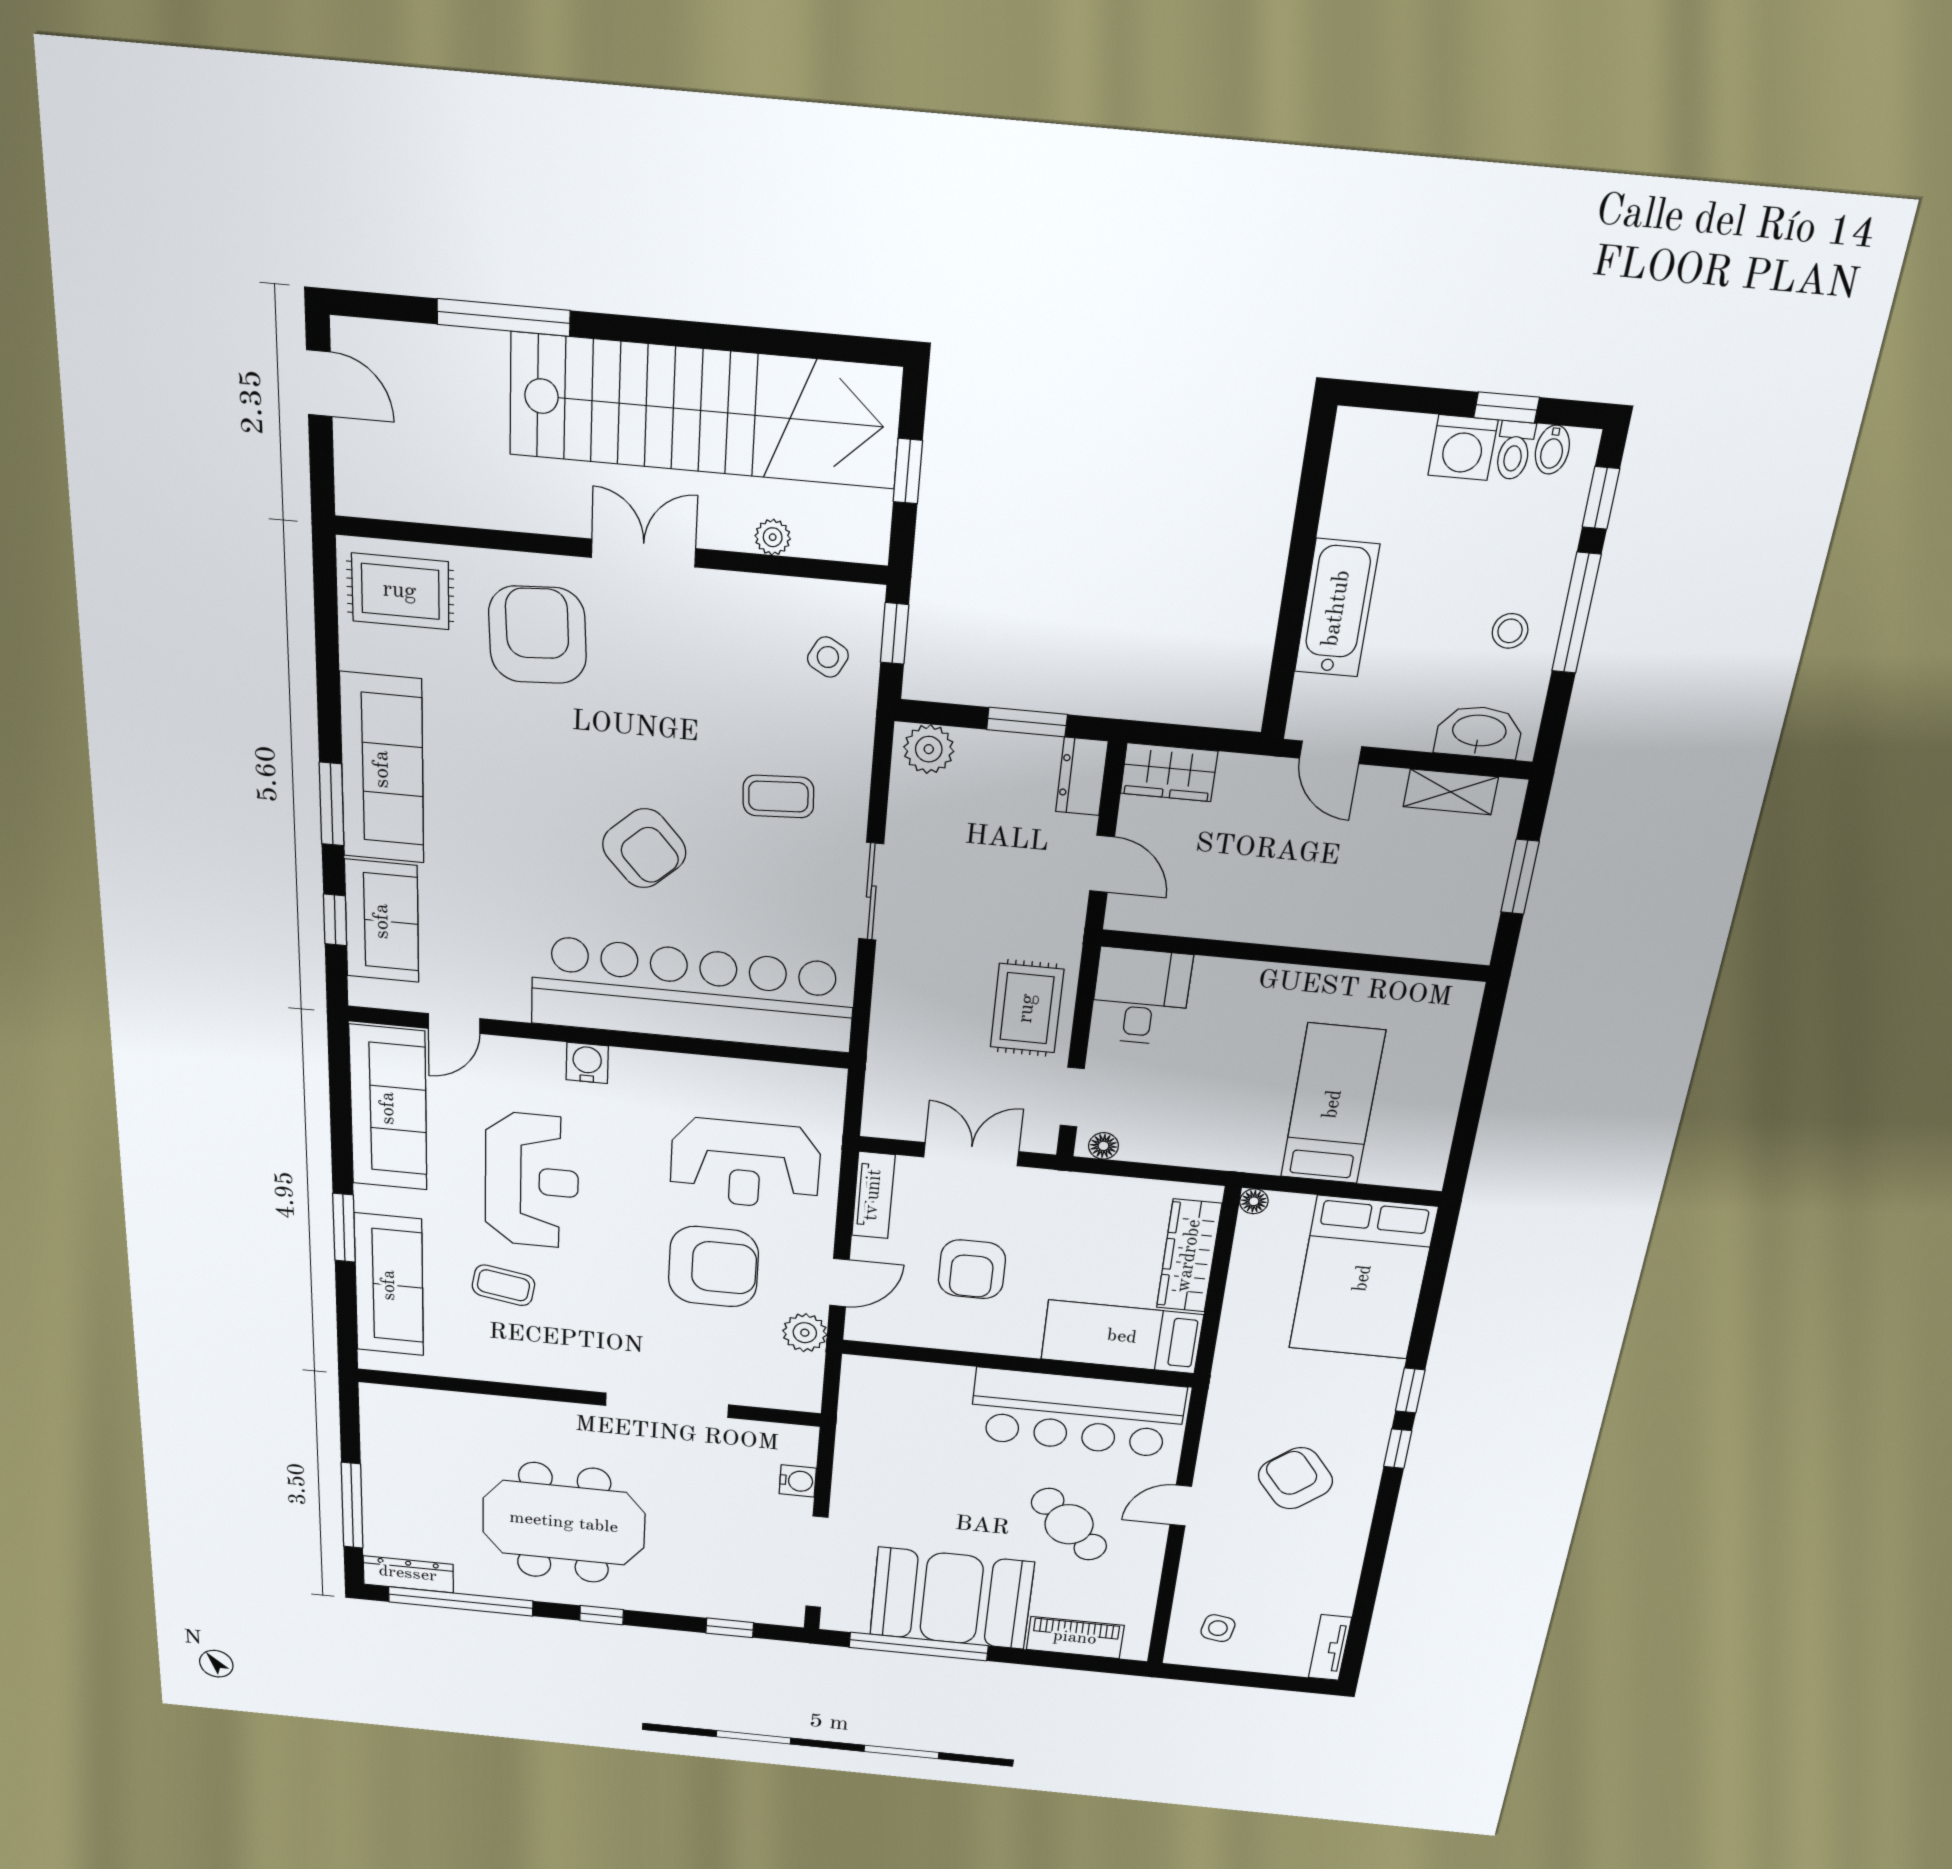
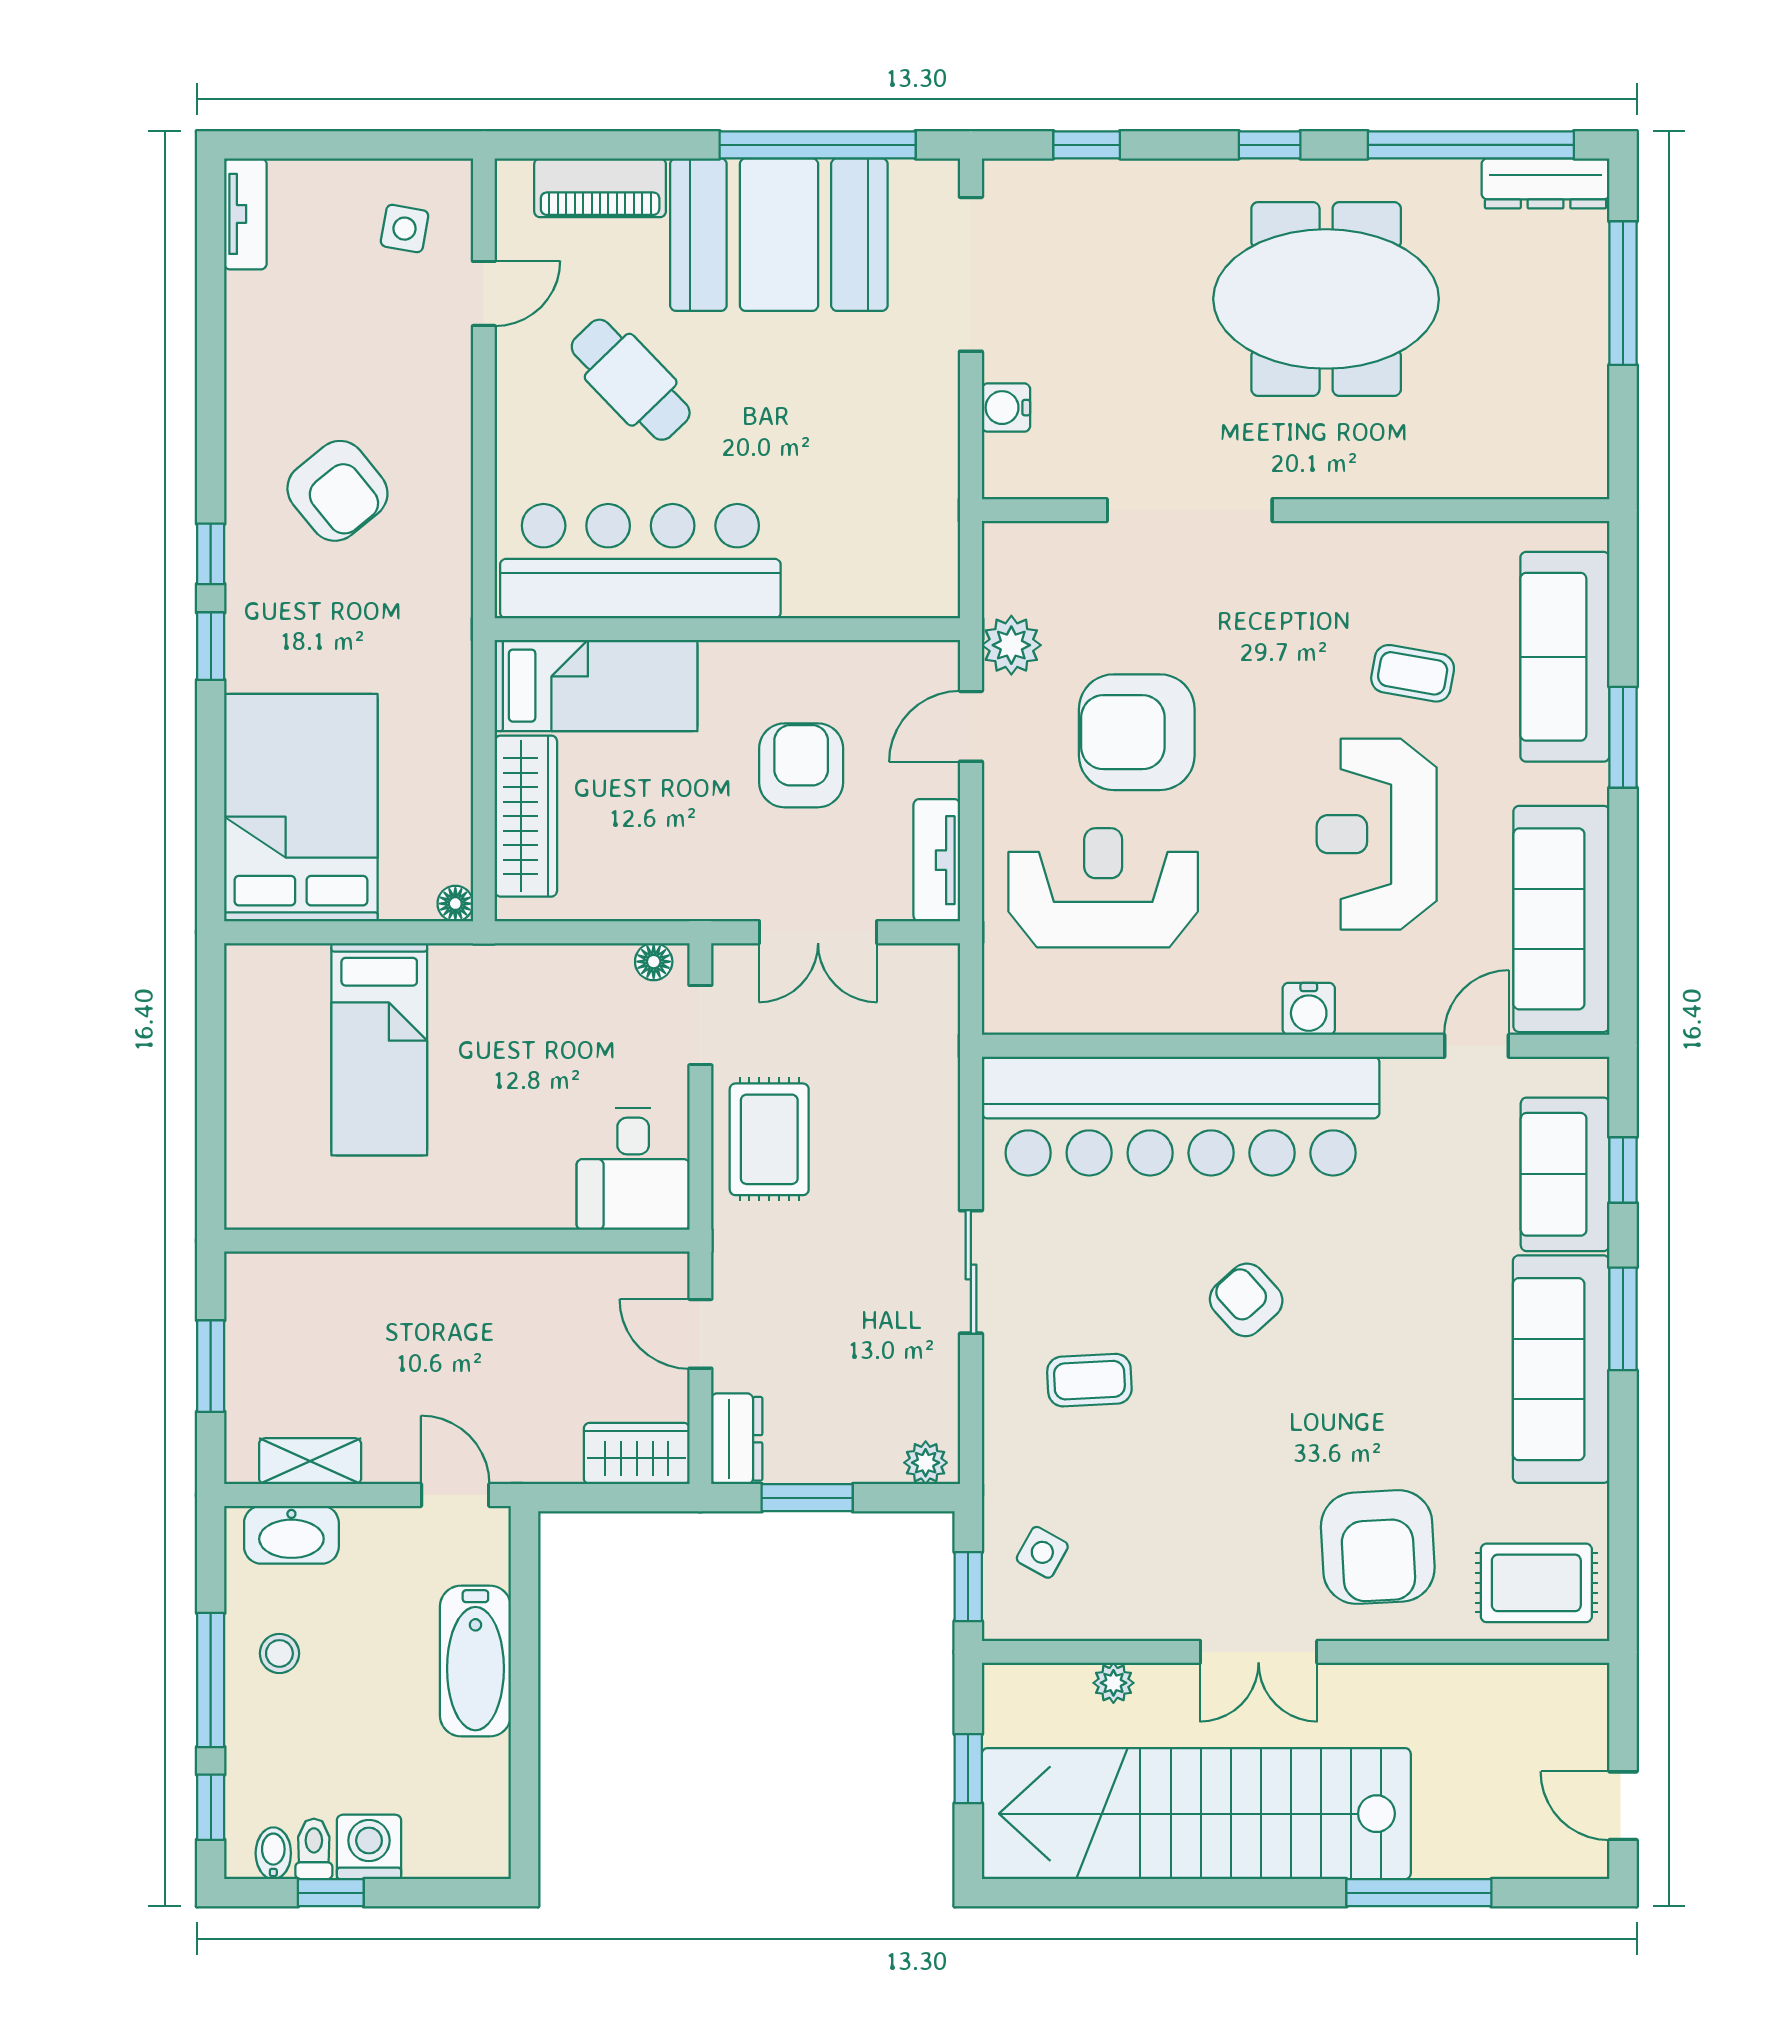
plant: (929, 749) -> (926, 1463), width x0.73, depth x0.73
armchair: (644, 848) -> (1246, 1300), width x0.72, depth x0.72
door: (1181, 1505) -> (484, 293), moved

